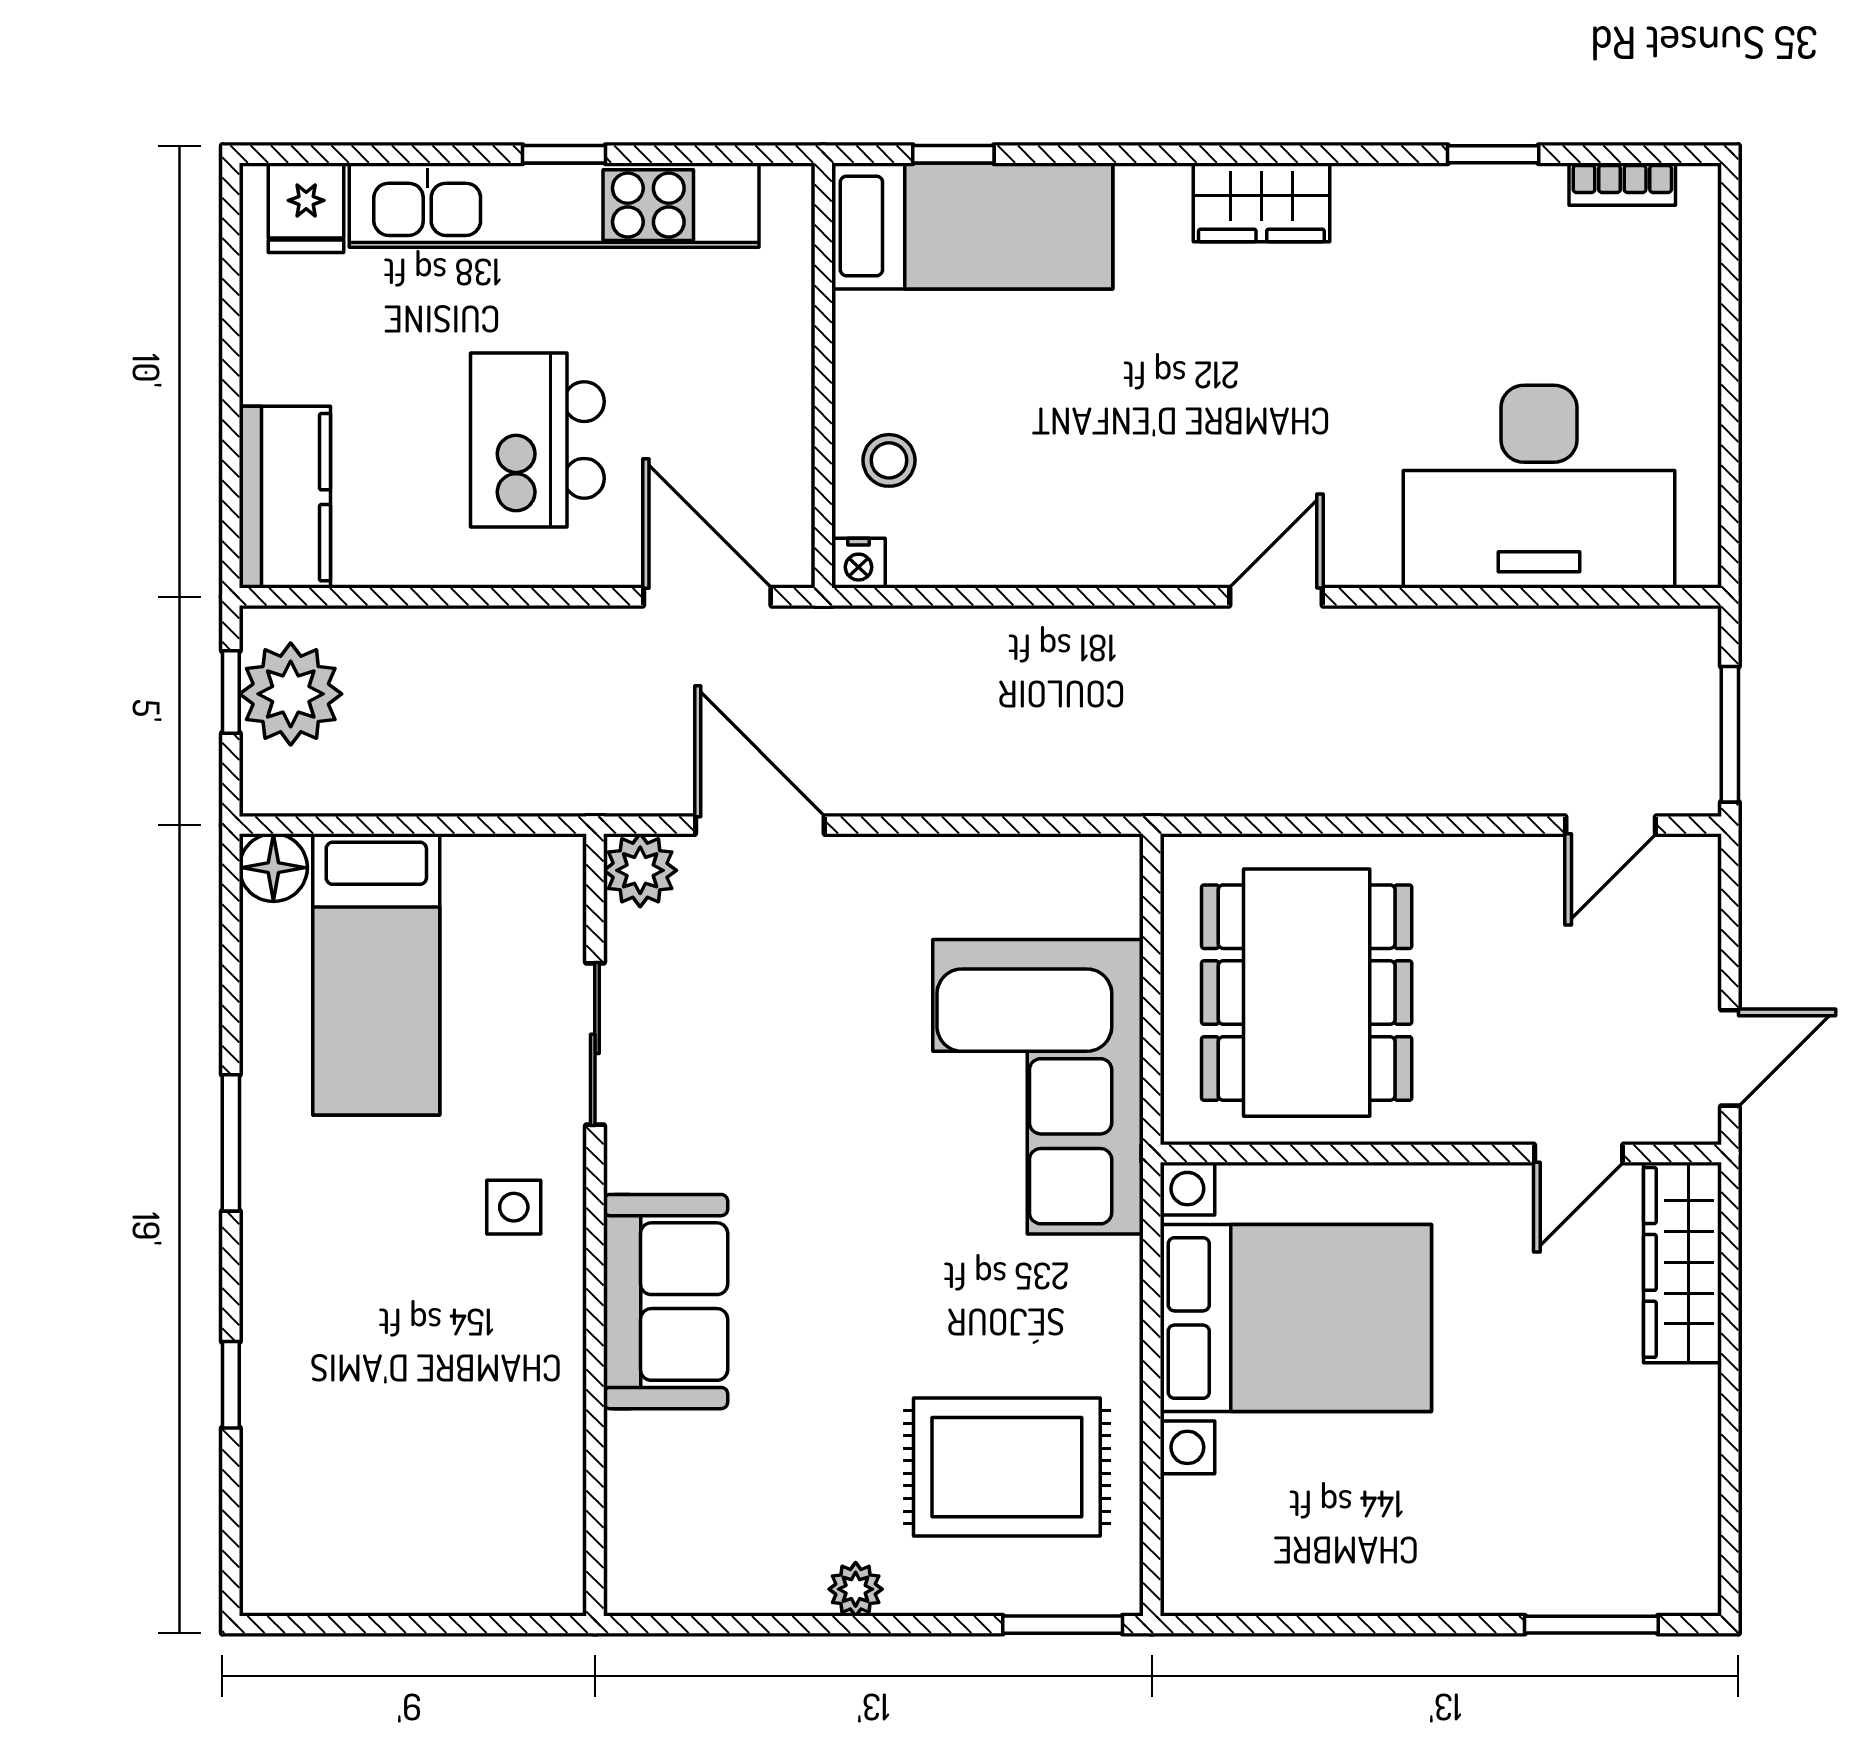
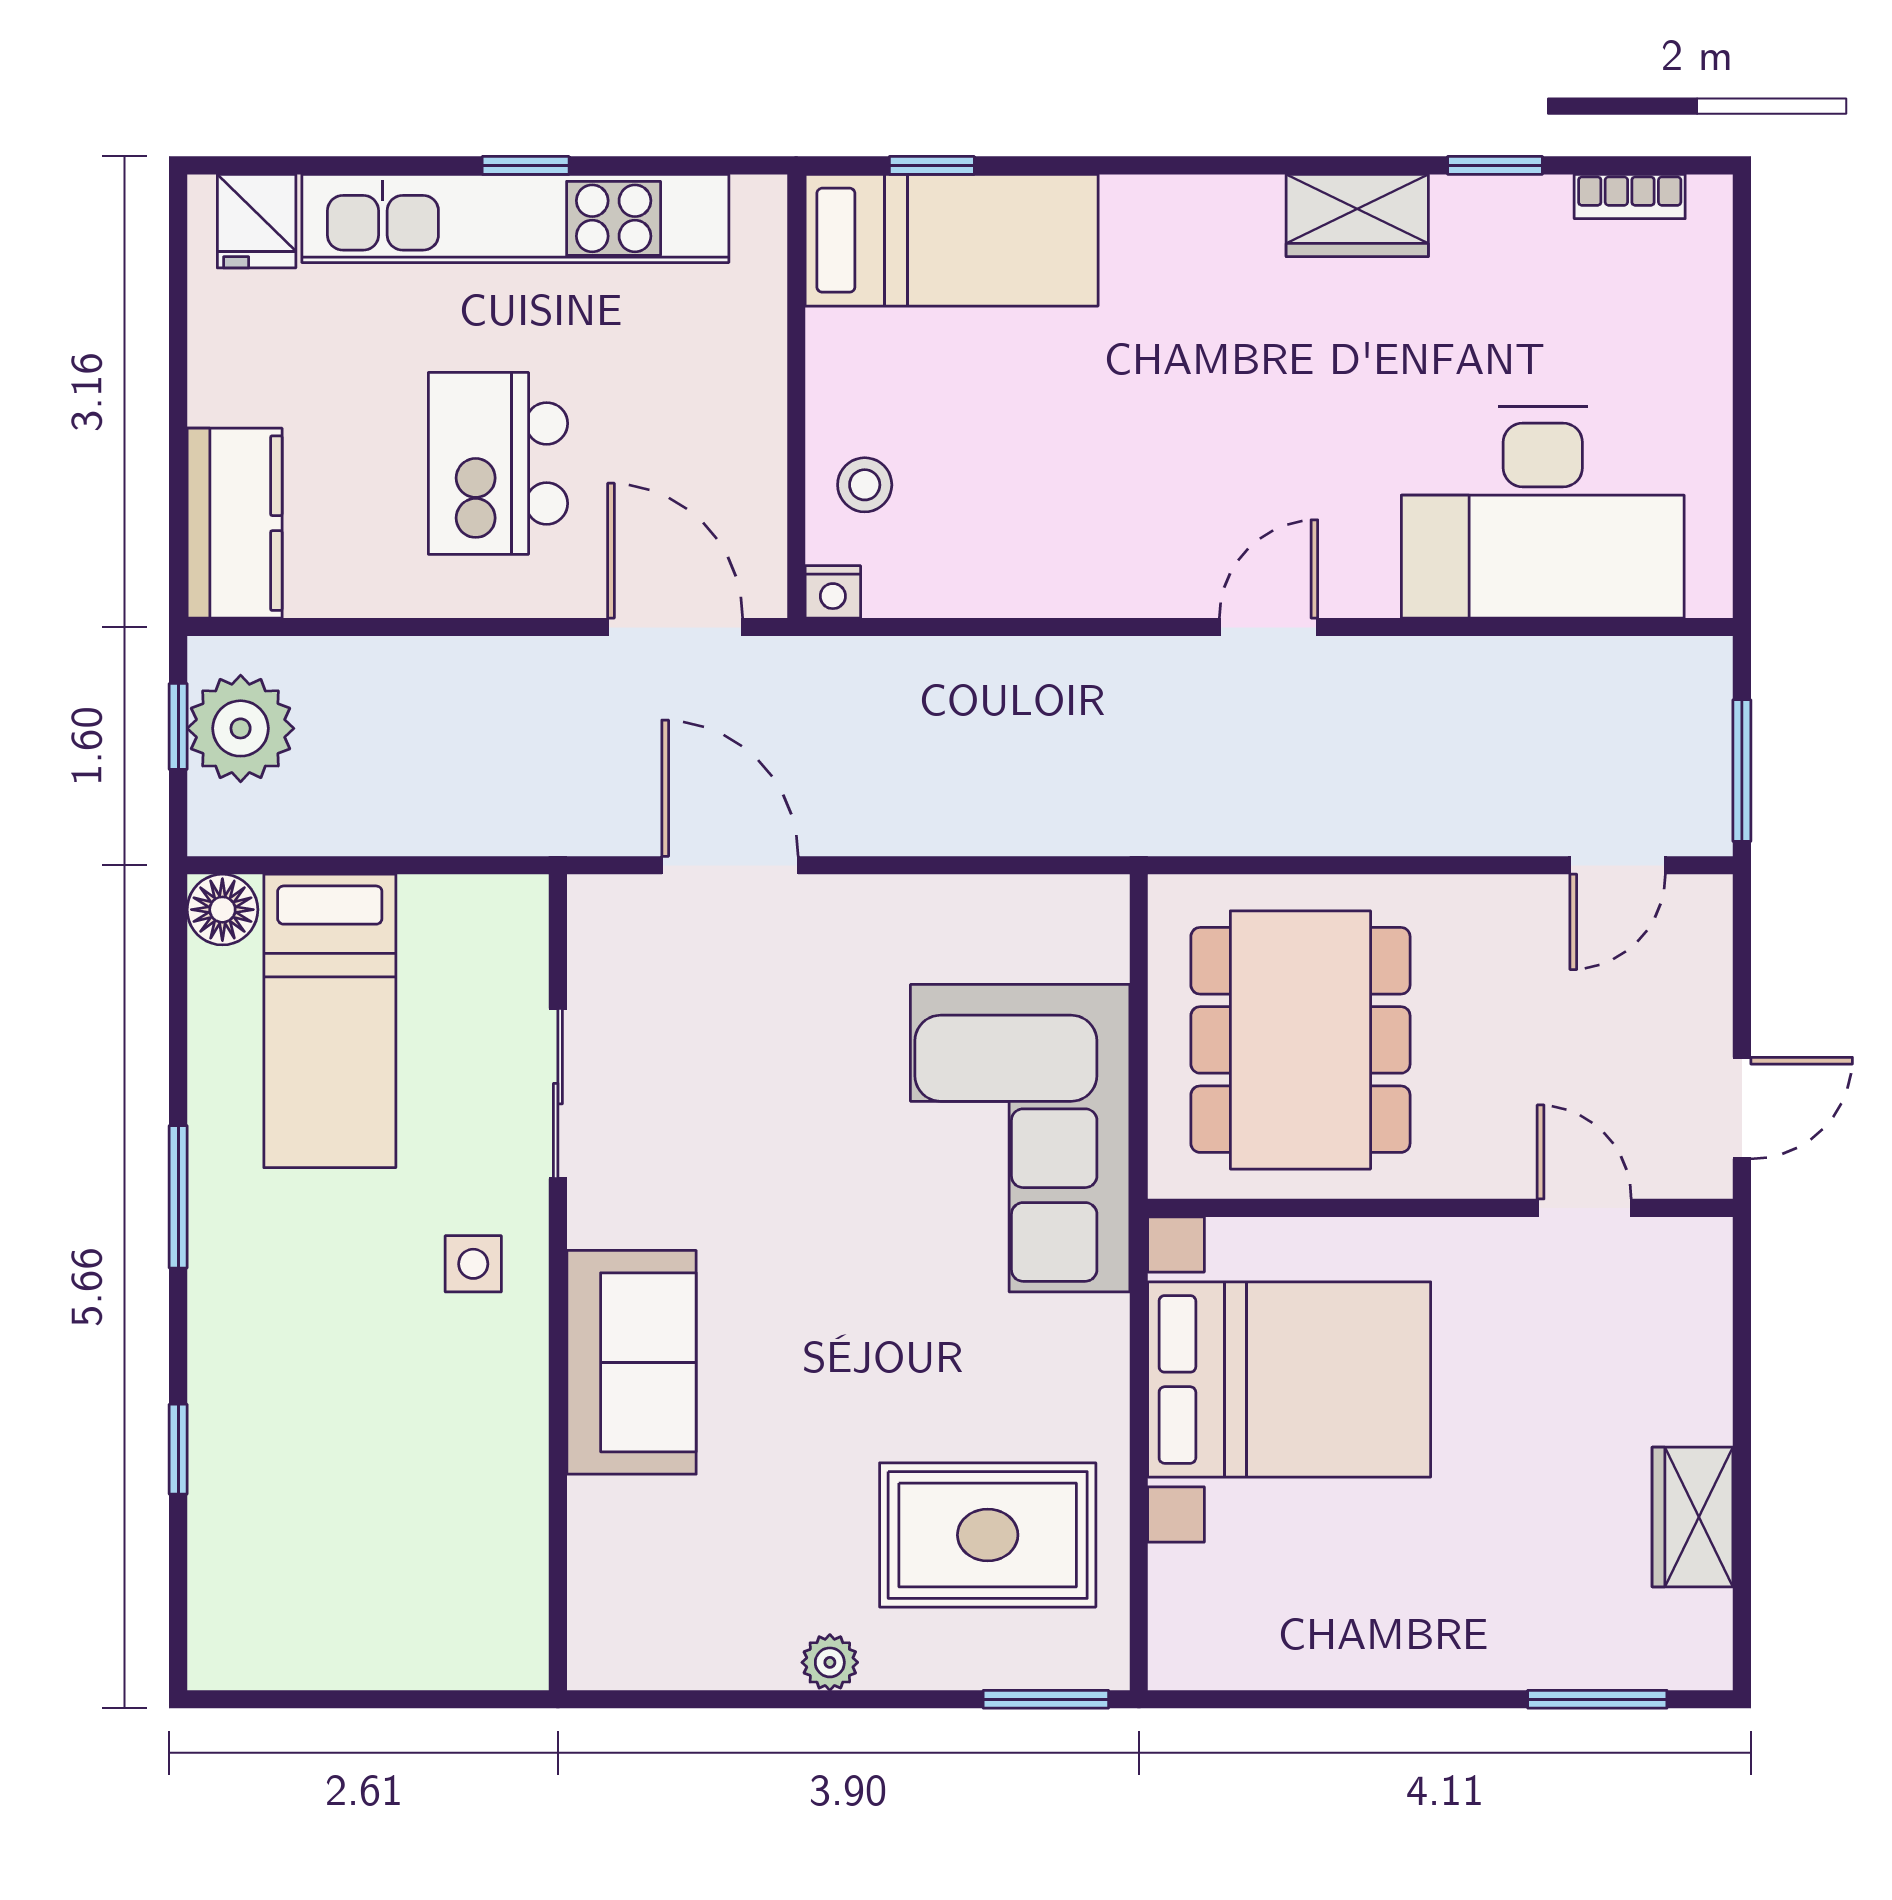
wardrobe: (1261, 202) -> (1357, 215), moved
plant: (640, 870) -> (605, 912), removed
door: (1579, 1153) -> (1584, 1208), swing flipped
wardrobe: (1682, 1262) -> (1693, 1517), moved, width x0.67

